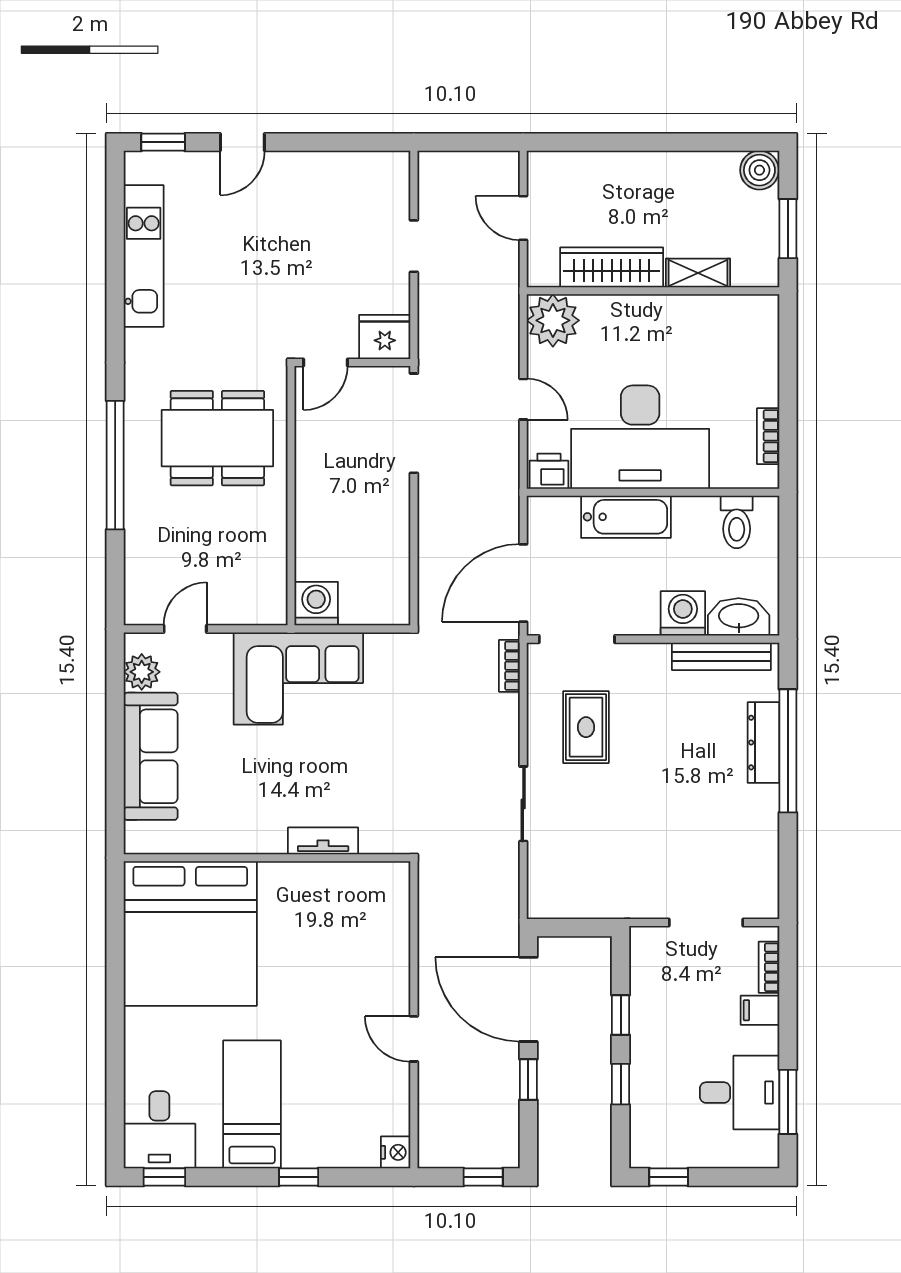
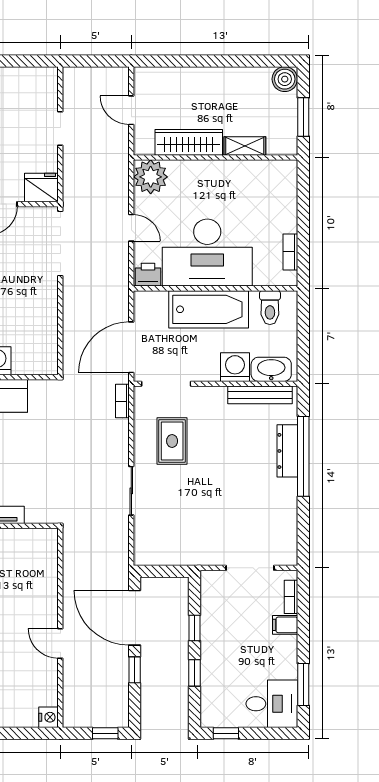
bathtub: (626, 517) -> (209, 309), width x1.36, depth x1.36
desk: (740, 1093) -> (272, 704), moved

